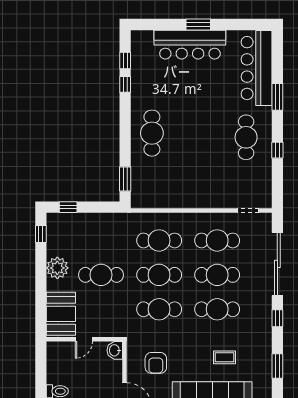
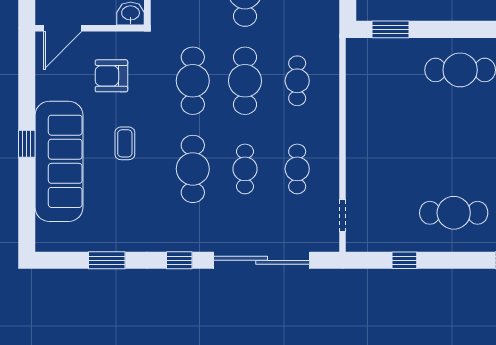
window: (277, 150) -> (404, 260), moved
cafe table: (159, 240) -> (297, 81), width x0.73, depth x0.74
cafe table: (217, 240) -> (297, 169), width x0.73, depth x0.74
cafe table: (217, 275) -> (245, 169), width x0.73, depth x0.74
coffee table: (225, 357) -> (125, 143), moved

